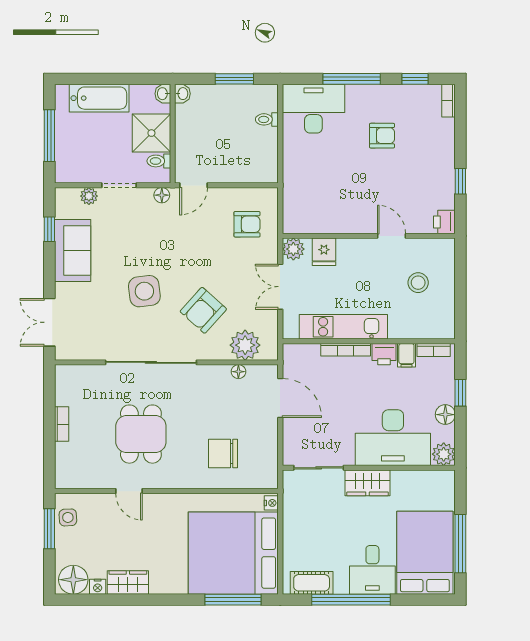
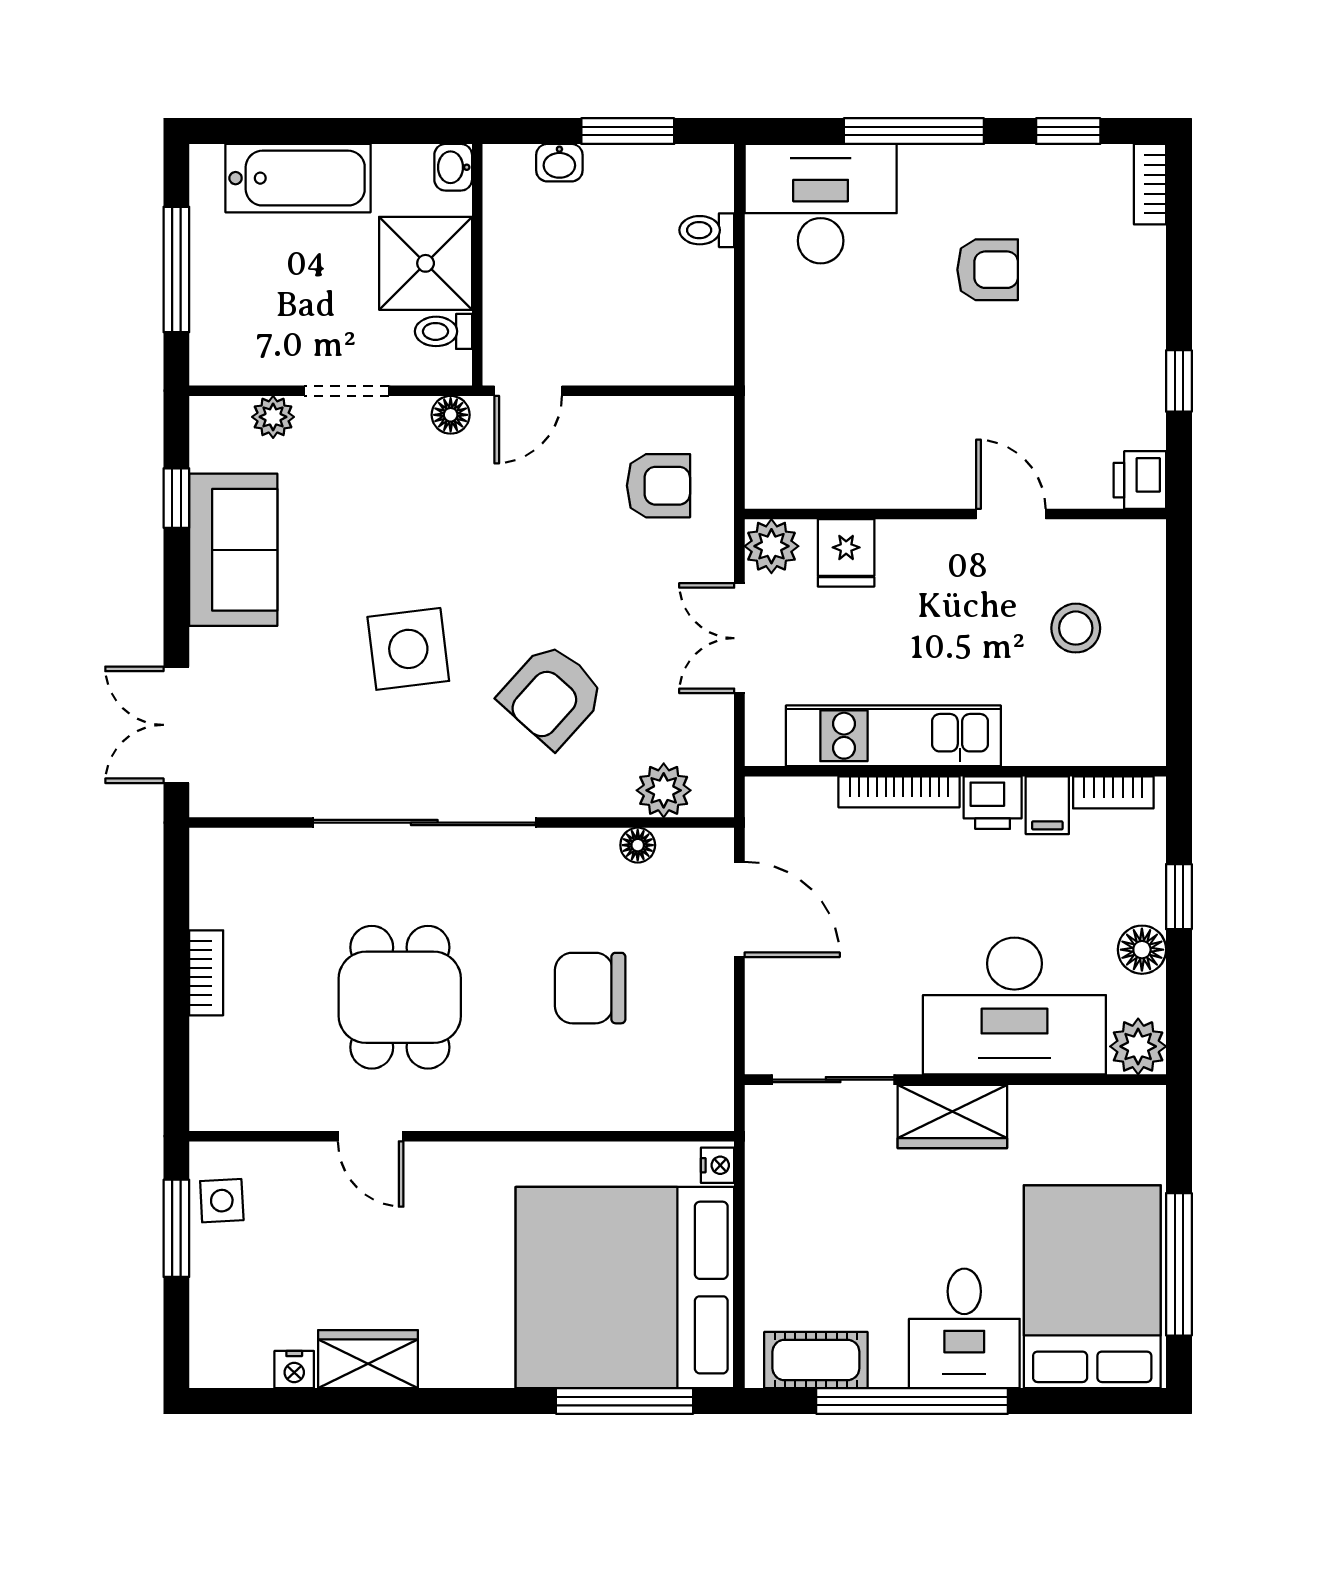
washbasin: (182, 94) -> (559, 163), moved, turned 90
plant: (245, 345) -> (664, 790), width x0.73, depth x0.73
chair: (223, 454) -> (590, 988), moved
floor lamp: (73, 580) -> (235, 1353), removed

